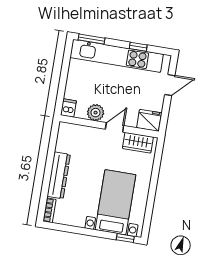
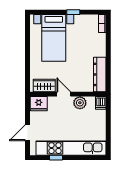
window: (92, 39) -> (92, 158), removed
door: (115, 127) -> (64, 94), swing flipped
dresser: (59, 175) -> (100, 74), moved
window: (125, 238) -> (73, 12), moved

